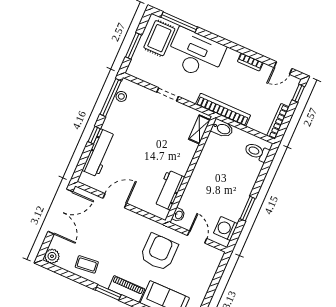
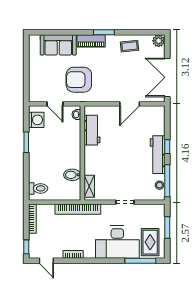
door: (283, 68) -> (46, 261), swing flipped
bidet: (222, 129) -> (72, 175), moved
workbench: (99, 153) -> (158, 155), moved
armchair: (159, 252) -> (79, 80), turned 90

